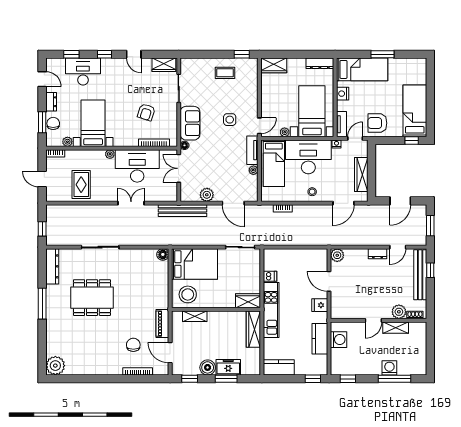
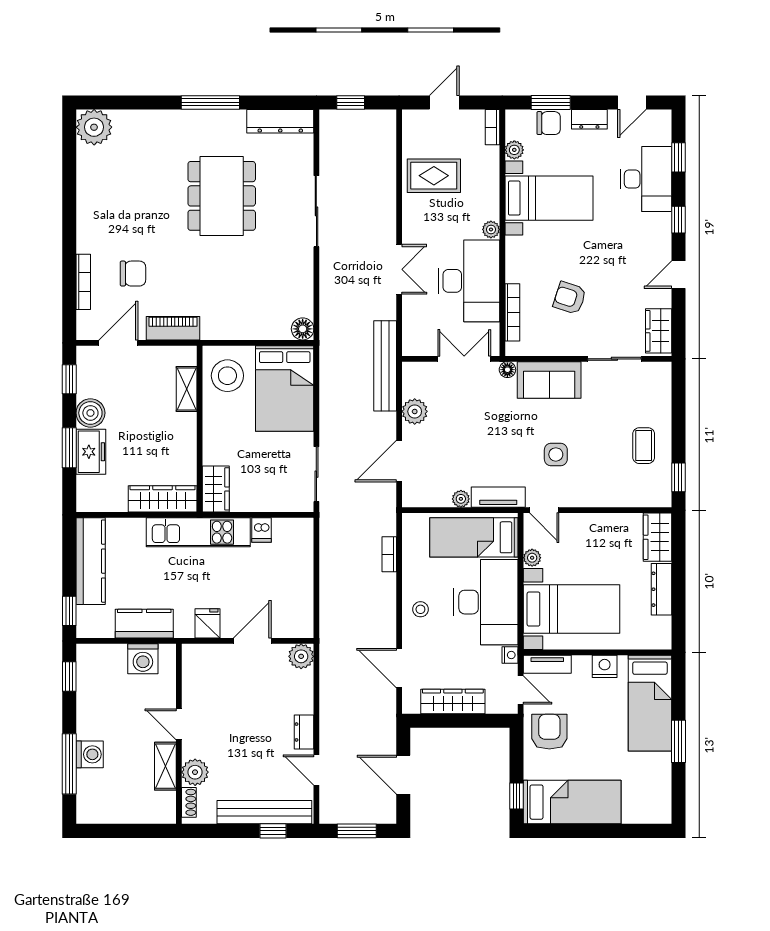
dresser: (320, 63) -> (661, 589), moved
kitchen counter: (279, 367) -> (91, 561), width x1.50

